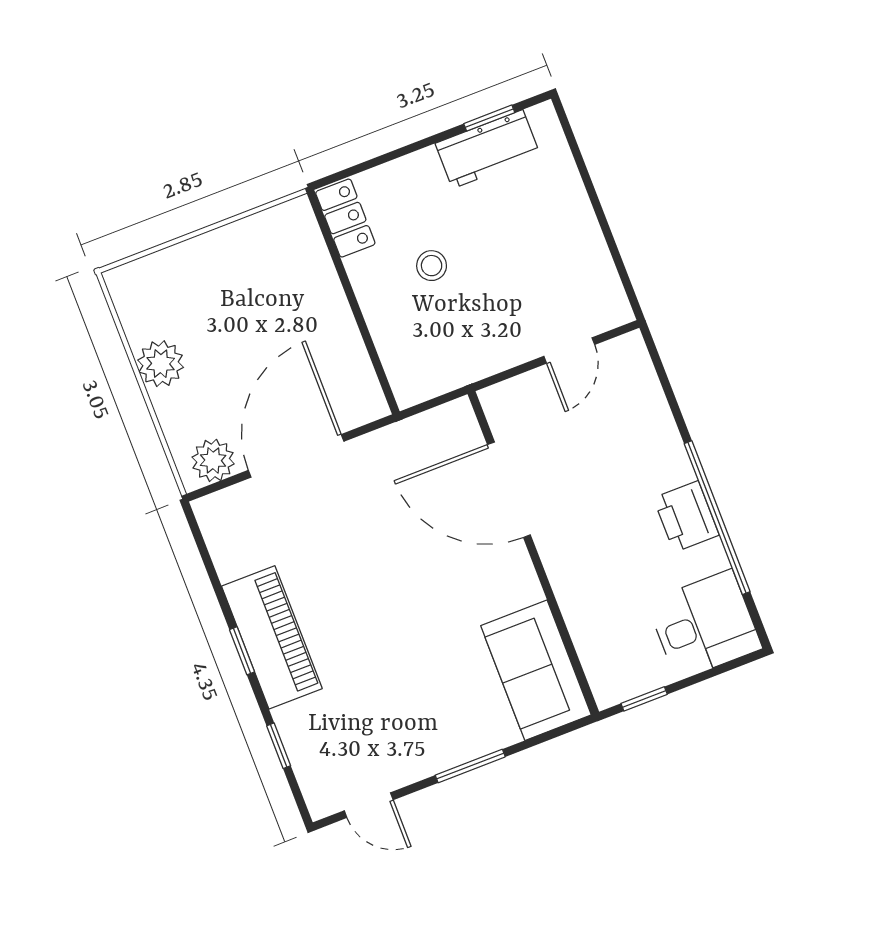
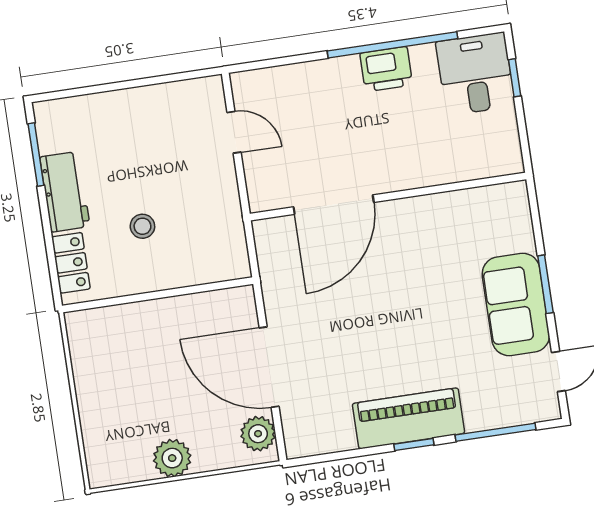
window: (489, 118) -> (36, 154), width x1.50
workbench: (488, 149) -> (65, 192), moved
locker: (345, 218) -> (71, 263), moved, turned 90
sofa: (536, 670) -> (516, 305), moved, turned 90
window: (644, 699) -> (515, 78), moved
window: (279, 746) -> (495, 432), width x2.17

